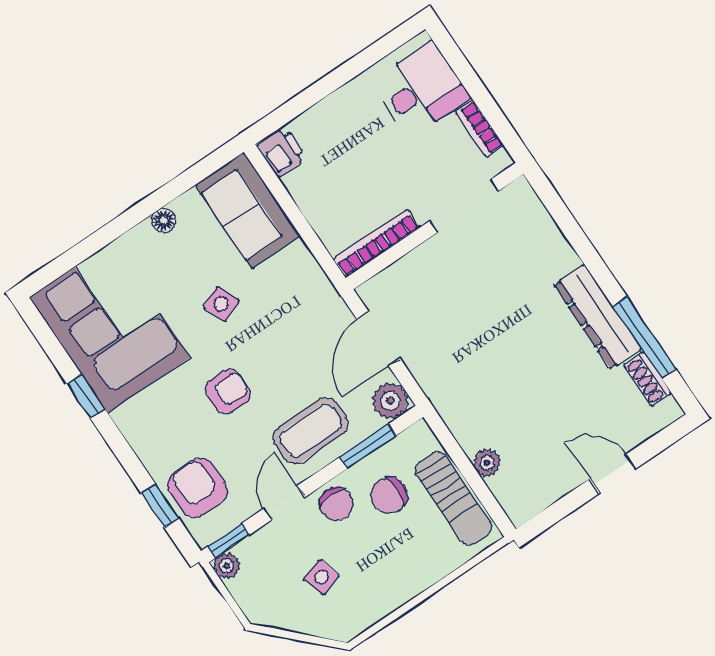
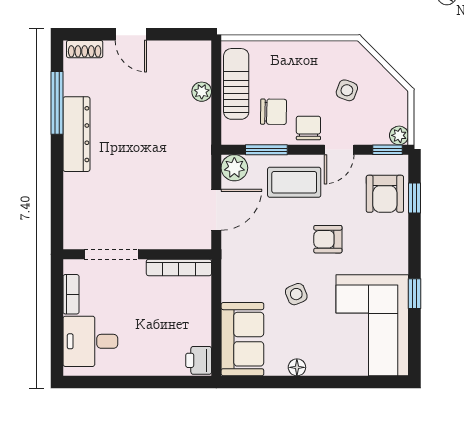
shoe rack: (648, 379) -> (85, 49), moved, turned 90
side table: (321, 577) -> (347, 90), turned 36

